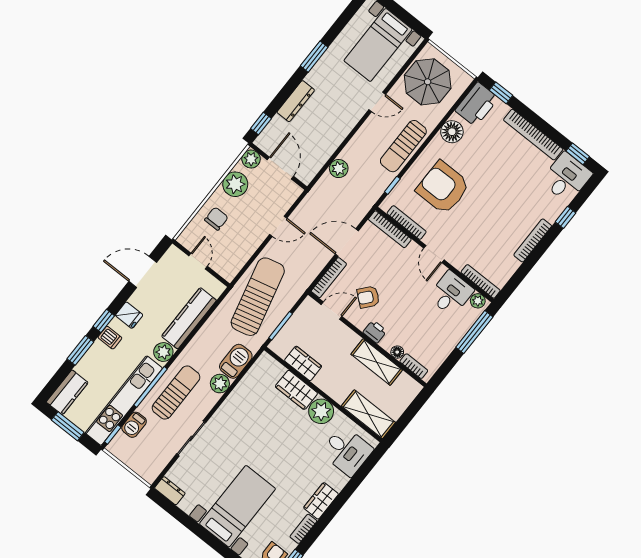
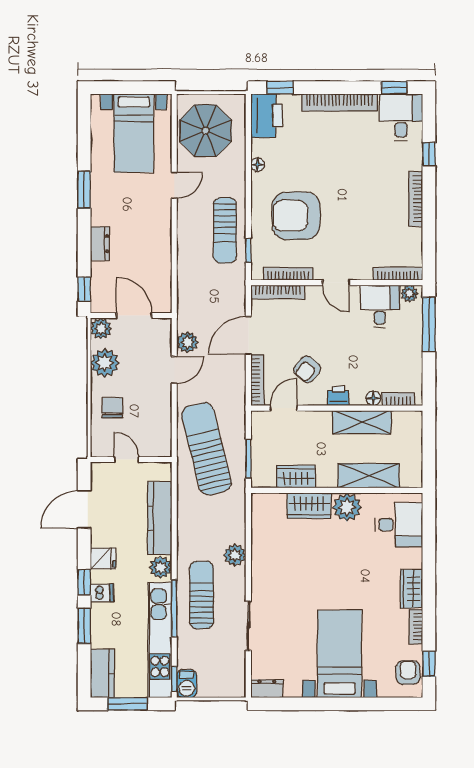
dresser: (296, 101) -> (100, 244), width x0.70
floor lamp: (452, 132) -> (258, 165), width x0.53, depth x0.53
sun lounger: (403, 146) -> (225, 230), moved
plant: (339, 169) -> (187, 342), moved
barbecue: (236, 361) -> (233, 523), removed
shelving: (368, 414) -> (369, 476), moved
barbecue: (134, 425) -> (187, 684), moved

